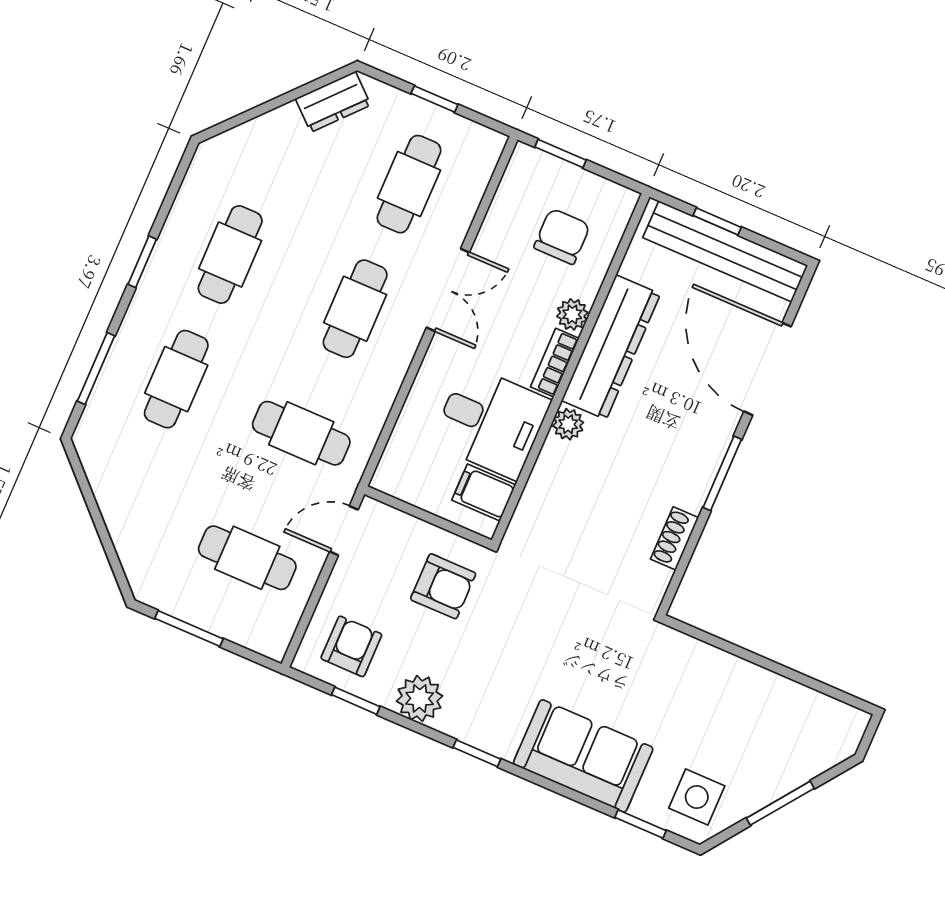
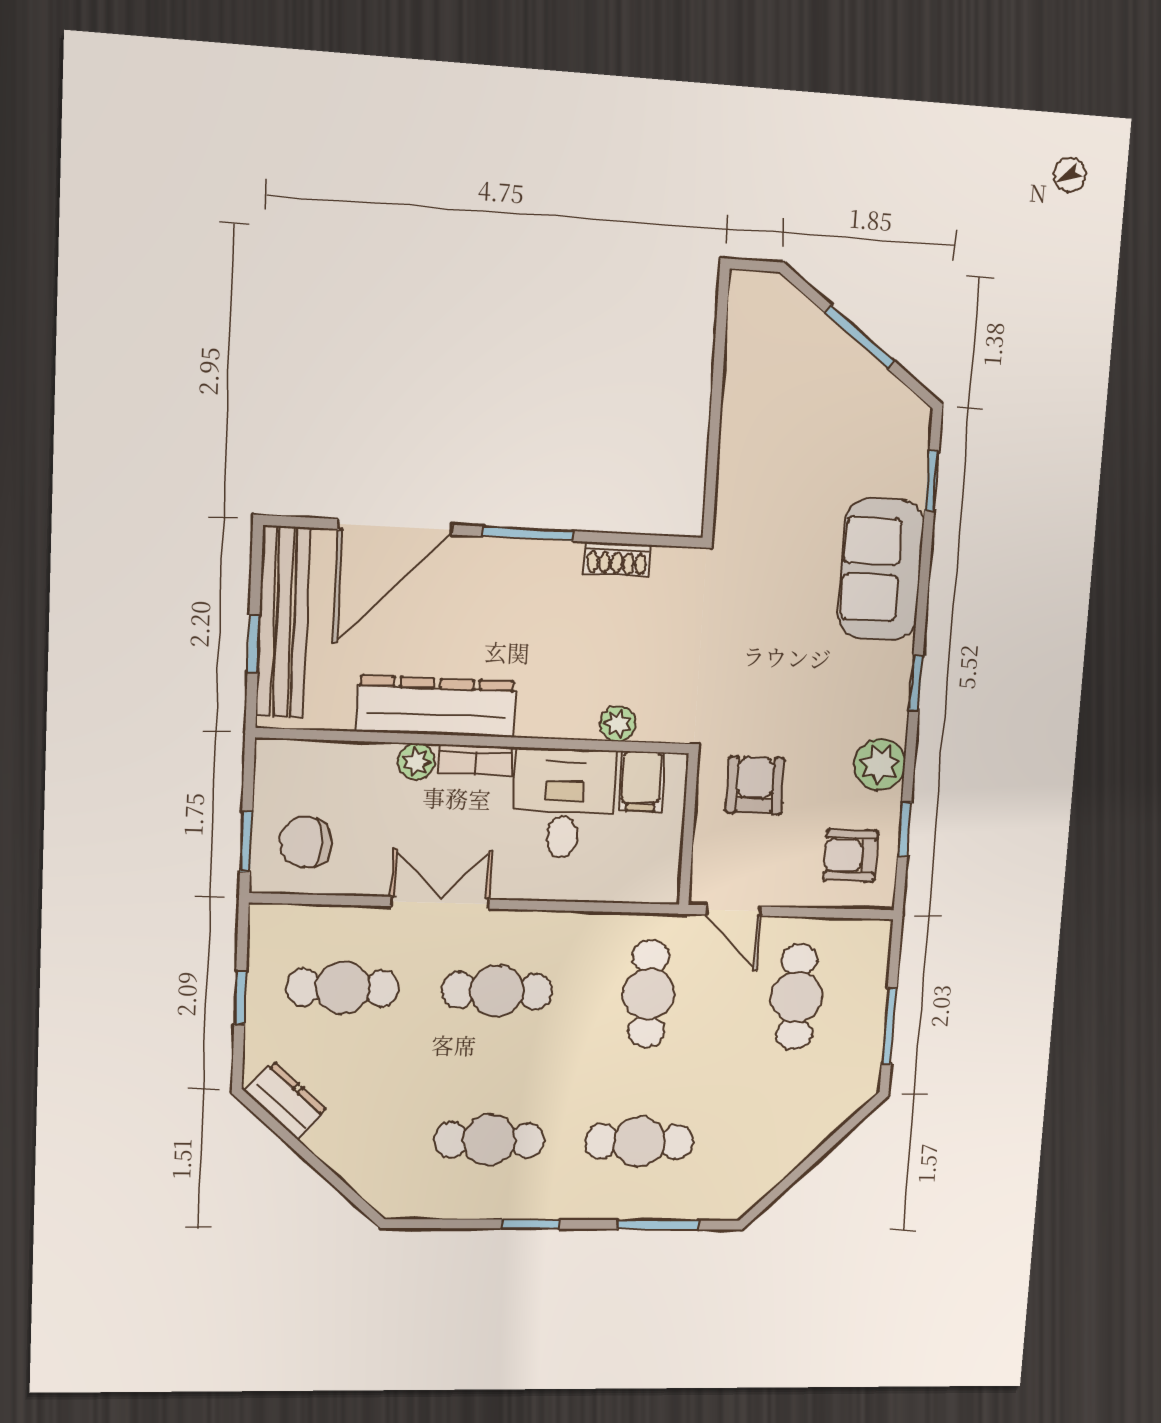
chair: (562, 236) -> (306, 842), moved
plant: (568, 424) -> (618, 724), moved
side table: (697, 797) -> (883, 431), removed

